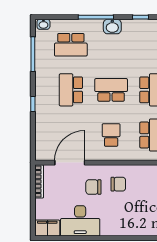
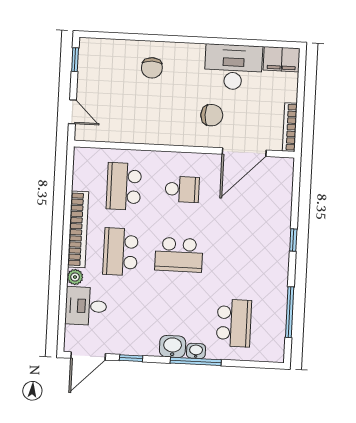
washbasin: (43, 24) -> (196, 351), moved
school desk: (71, 45) -> (234, 323), turned 90
school desk: (71, 90) -> (237, 258), removed
school desk: (111, 135) -> (182, 189), turned -90
chair: (118, 184) -> (152, 68), moved, turned -90

